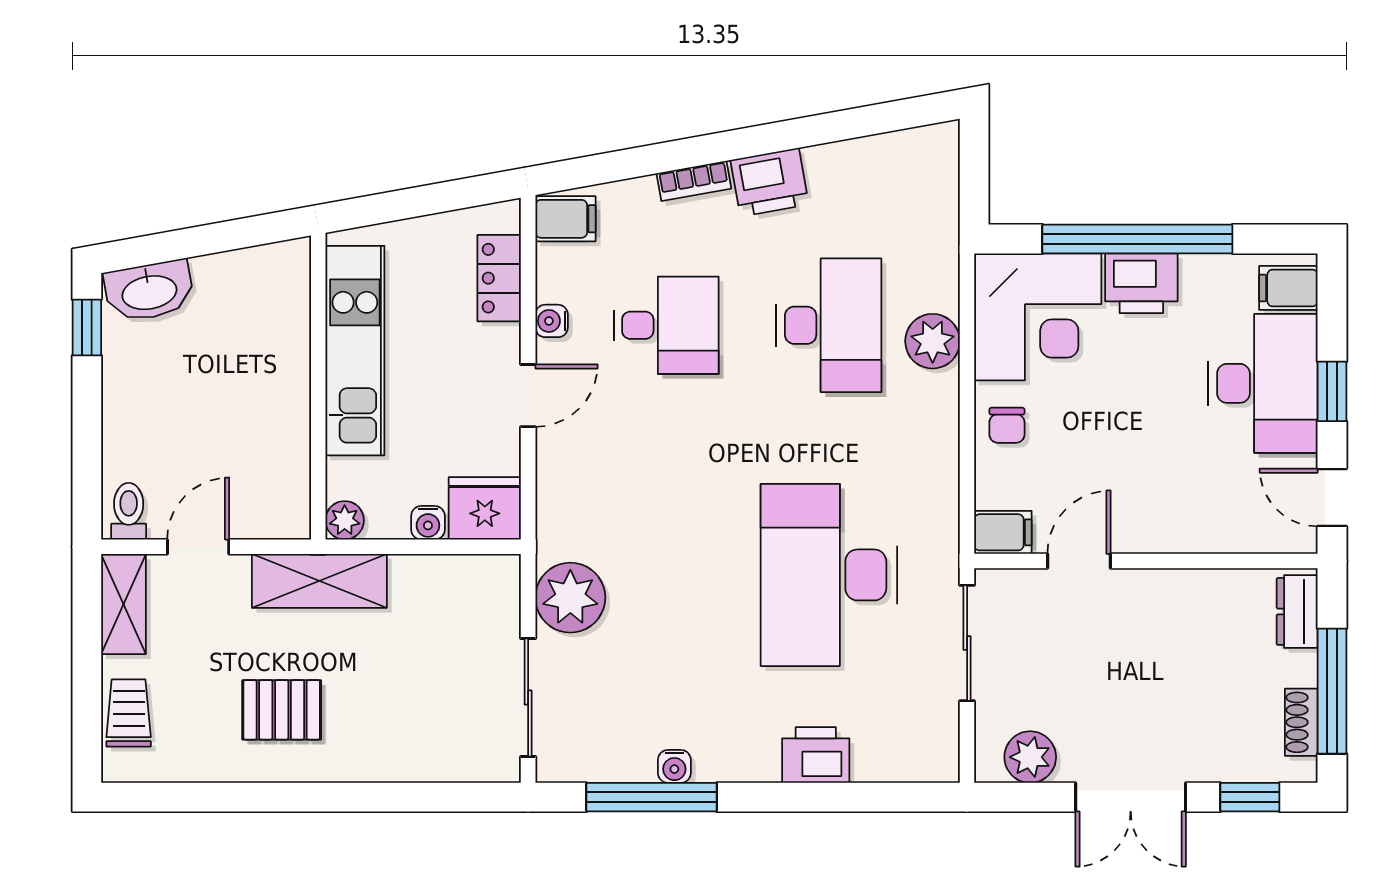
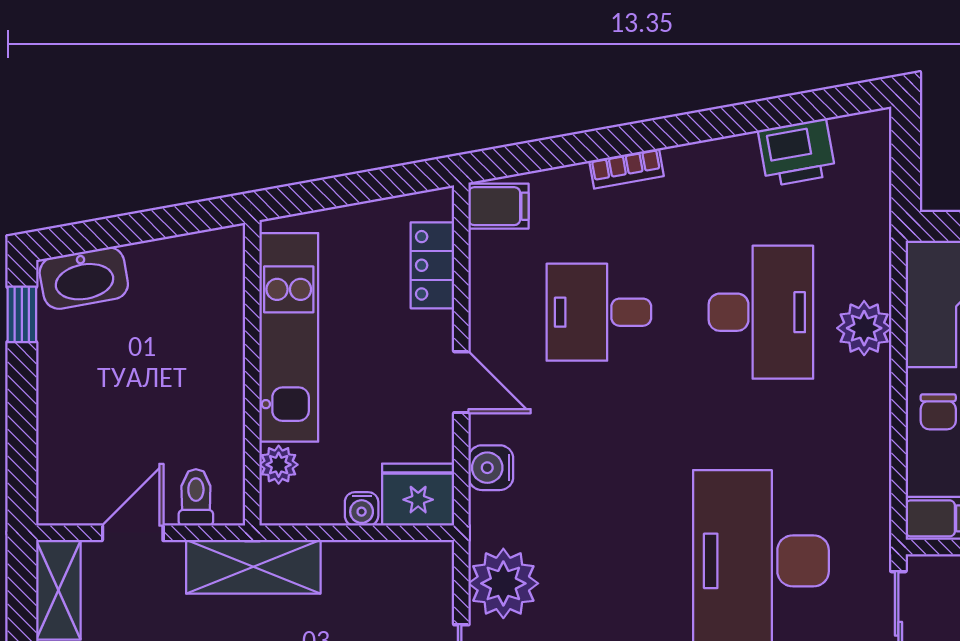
printer: (770, 182) -> (797, 153), moved
water cooler: (552, 321) -> (491, 468), moved, width x1.38, depth x1.38
desk: (666, 325) -> (599, 312), turned 180
door: (528, 396) -> (461, 382), hinge flipped
toilet: (129, 511) -> (196, 497), moved
plant: (345, 520) -> (279, 465), moved

